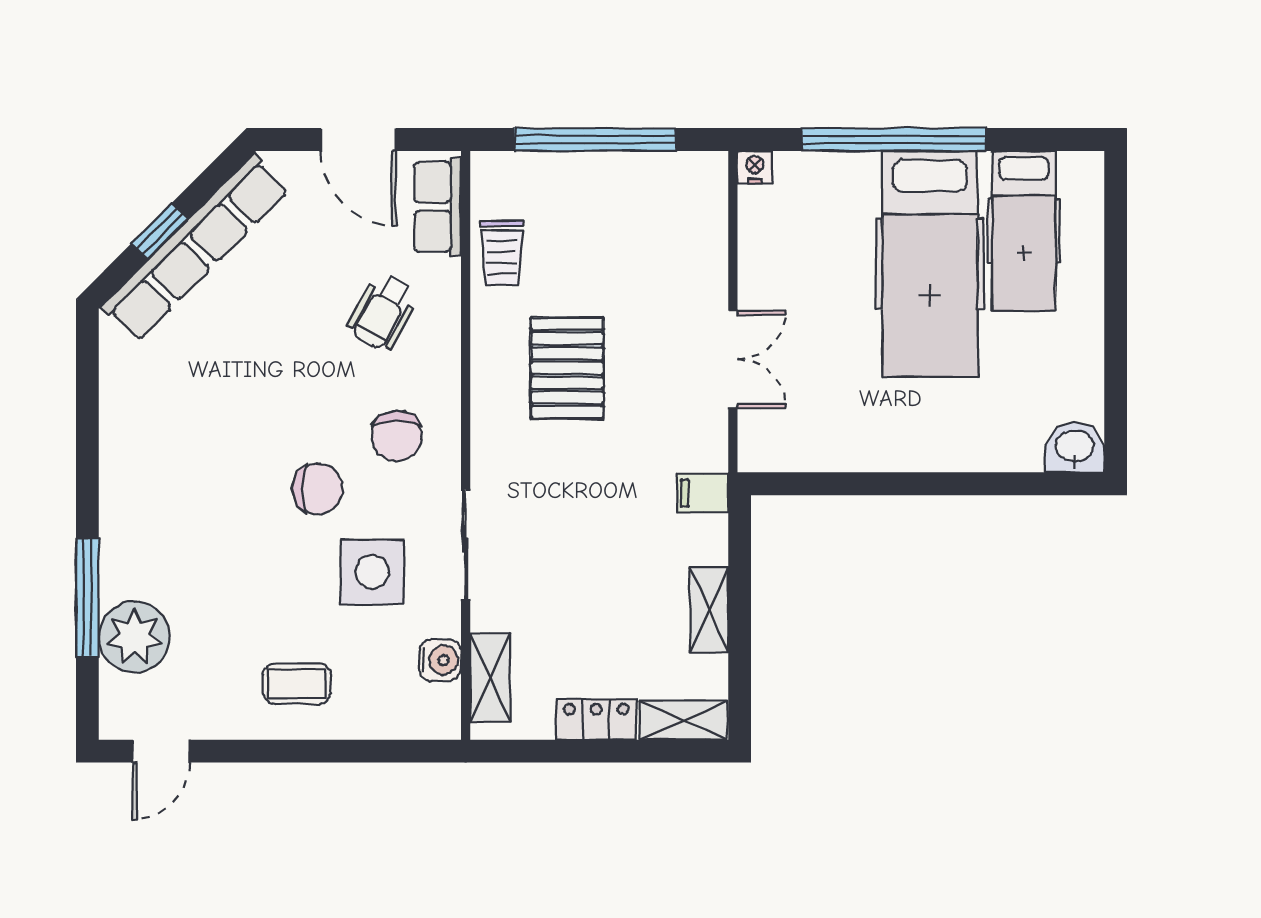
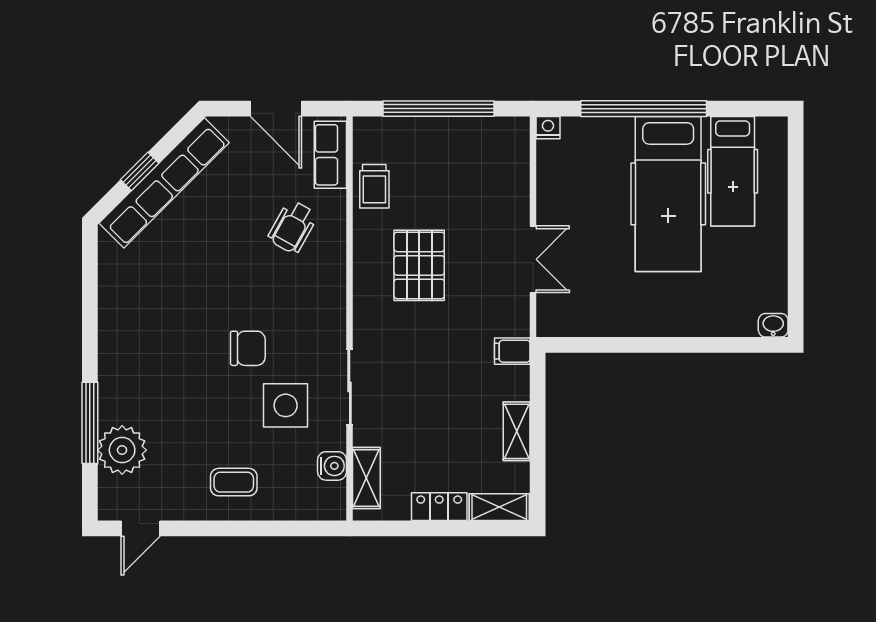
chair: (397, 436) -> (302, 312), removed
washbasin: (1075, 447) -> (773, 325), width x0.72, depth x0.69

